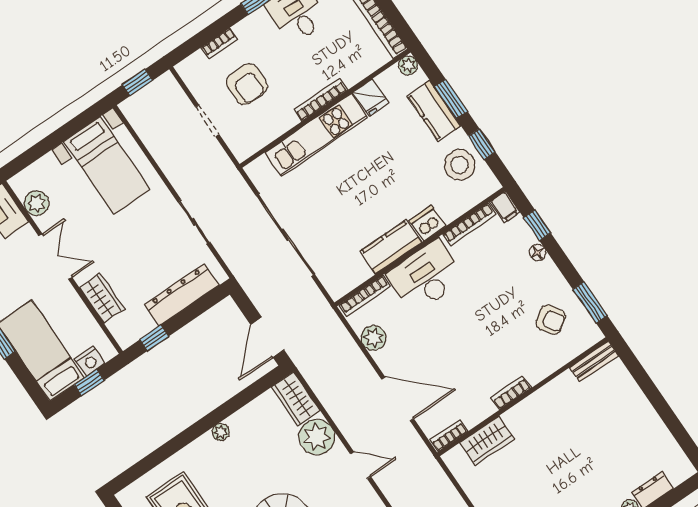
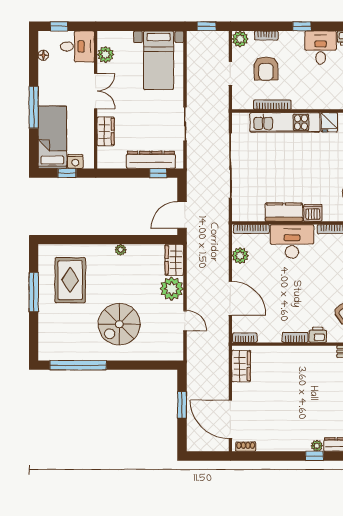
plant: (190, 70) -> (240, 39), added
bookcase: (321, 100) -> (272, 105), moved
window: (154, 338) -> (158, 173), moved
printer: (537, 370) -> (318, 335), added
wardrobe: (487, 441) -> (241, 366), moved, turned -90

